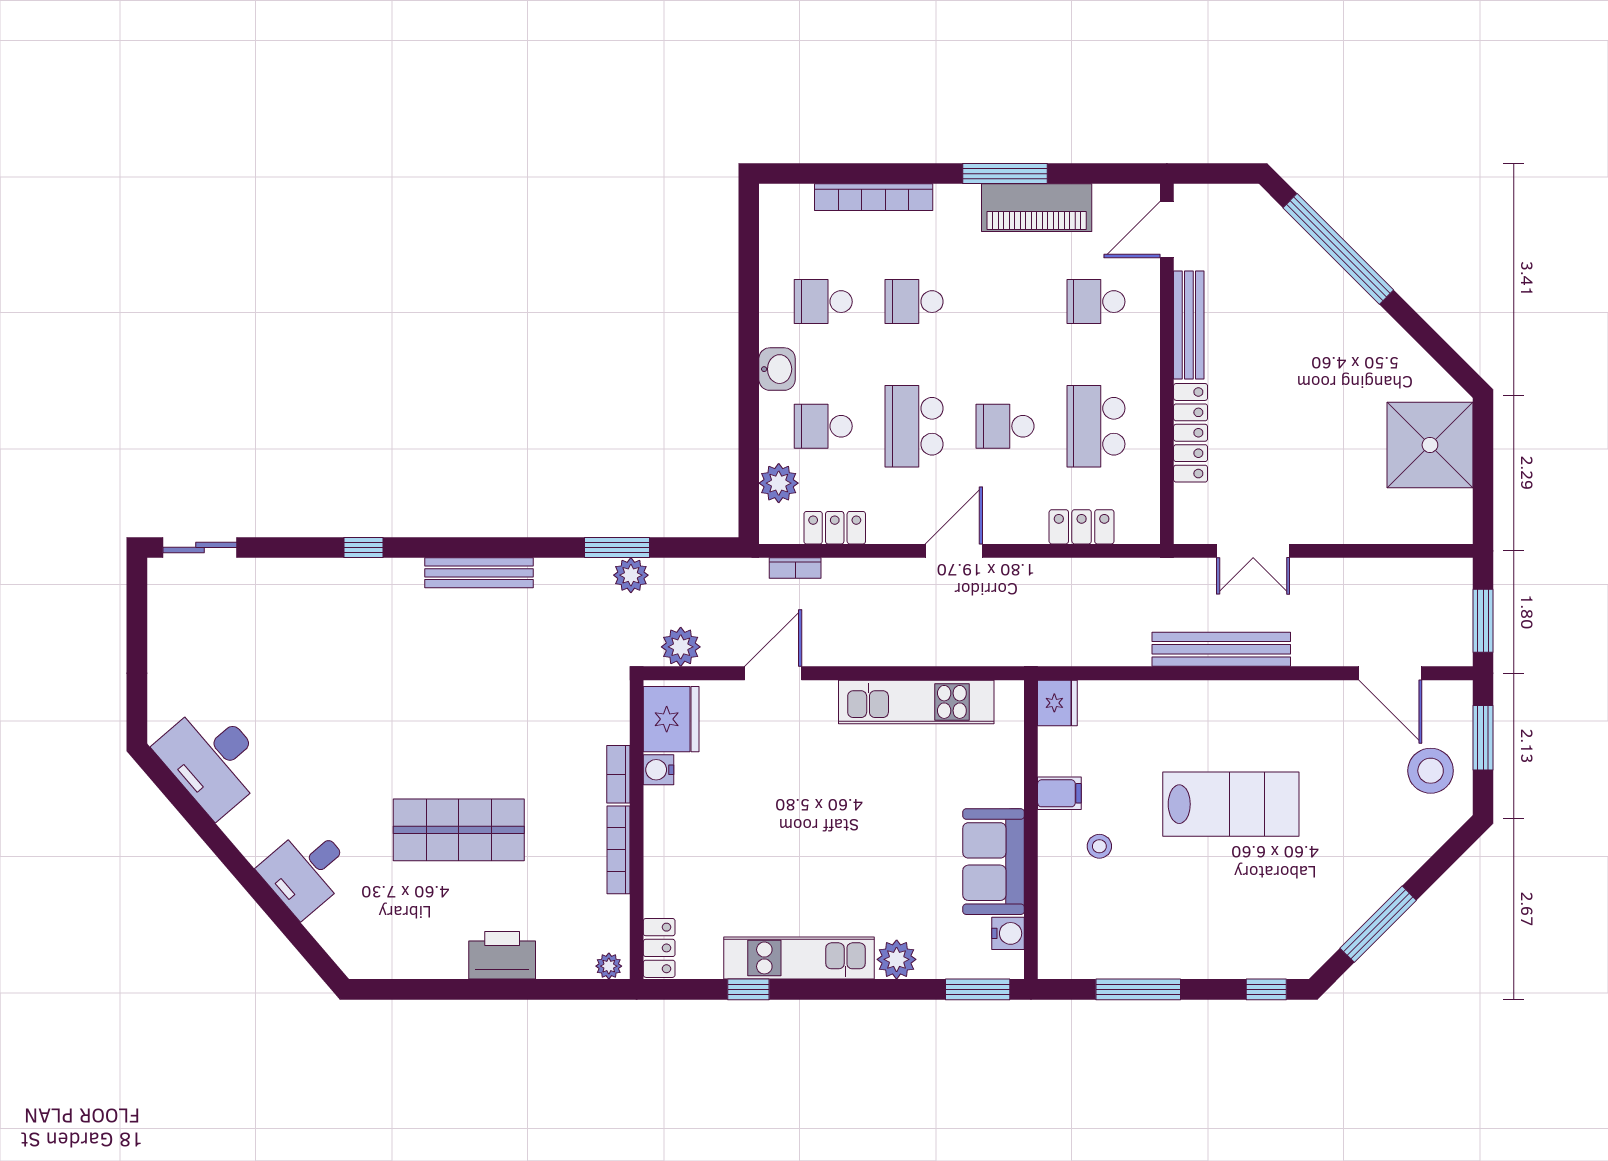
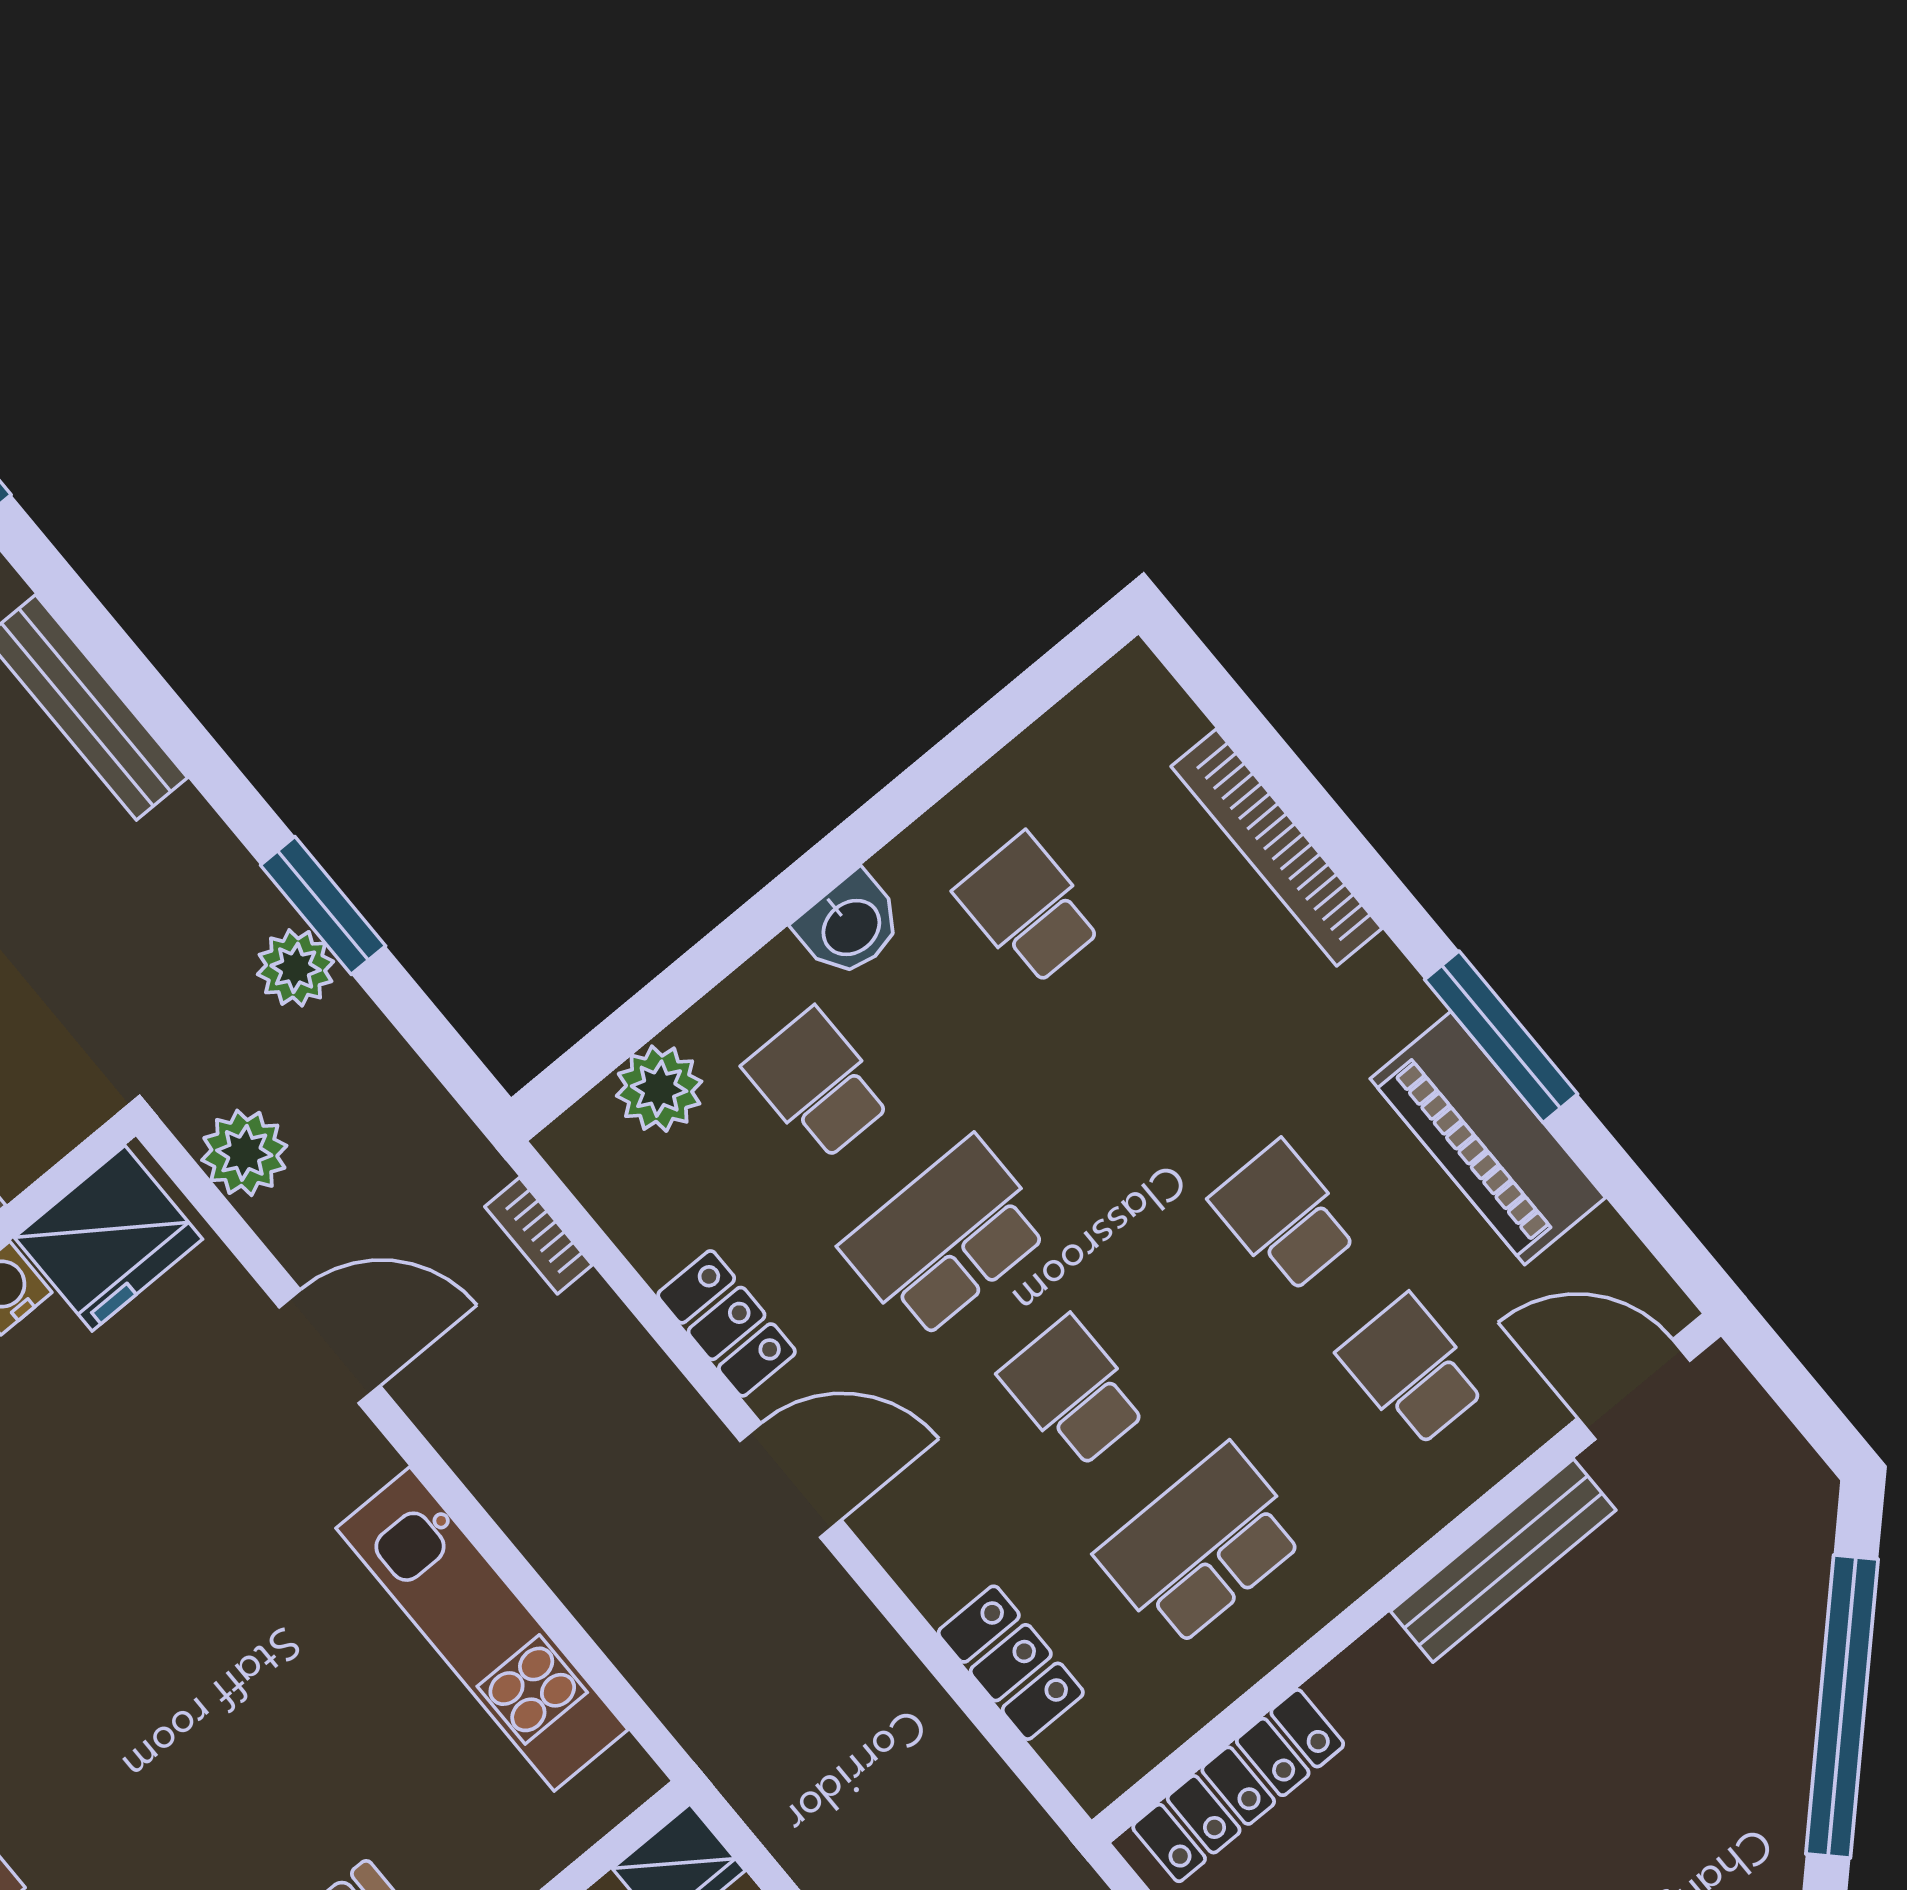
school desk: (914, 302) -> (1284, 1217), moved
locker: (1191, 433) -> (1238, 1786), moved
locker: (835, 528) -> (727, 1323), moved

